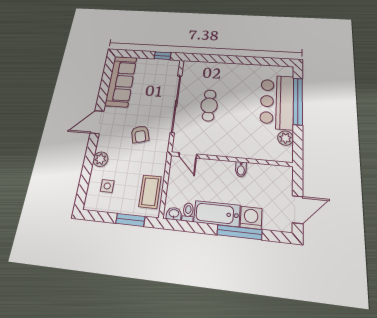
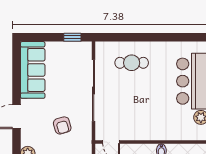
cafe table: (209, 105) -> (132, 63), moved, turned 90

